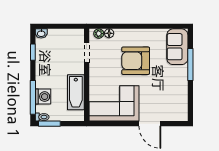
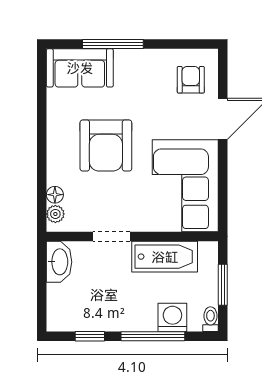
washbasin: (41, 33) -> (59, 262), moved, width x1.91, depth x1.45
doorway: (87, 53) -> (111, 237), moved
window: (33, 97) -> (153, 336), moved
armchair: (171, 106) -> (191, 80), added
window: (49, 124) -> (223, 285), moved

